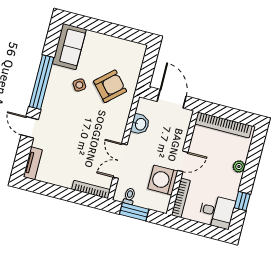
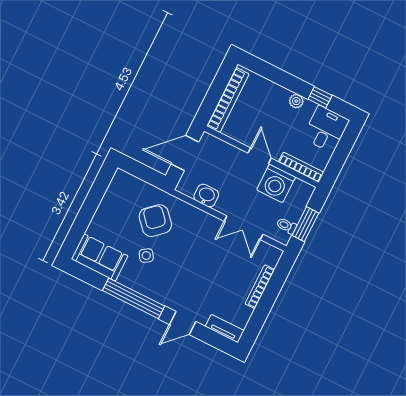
plant: (239, 166) -> (296, 101), moved
bookcase: (91, 189) -> (260, 287), moved

